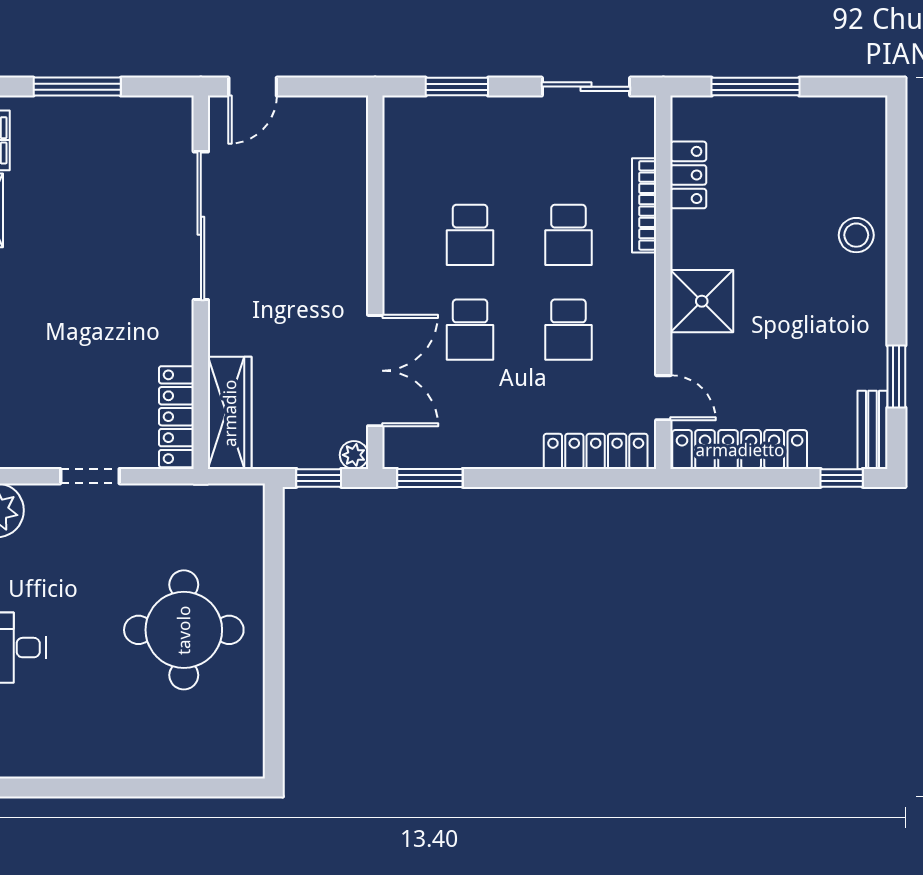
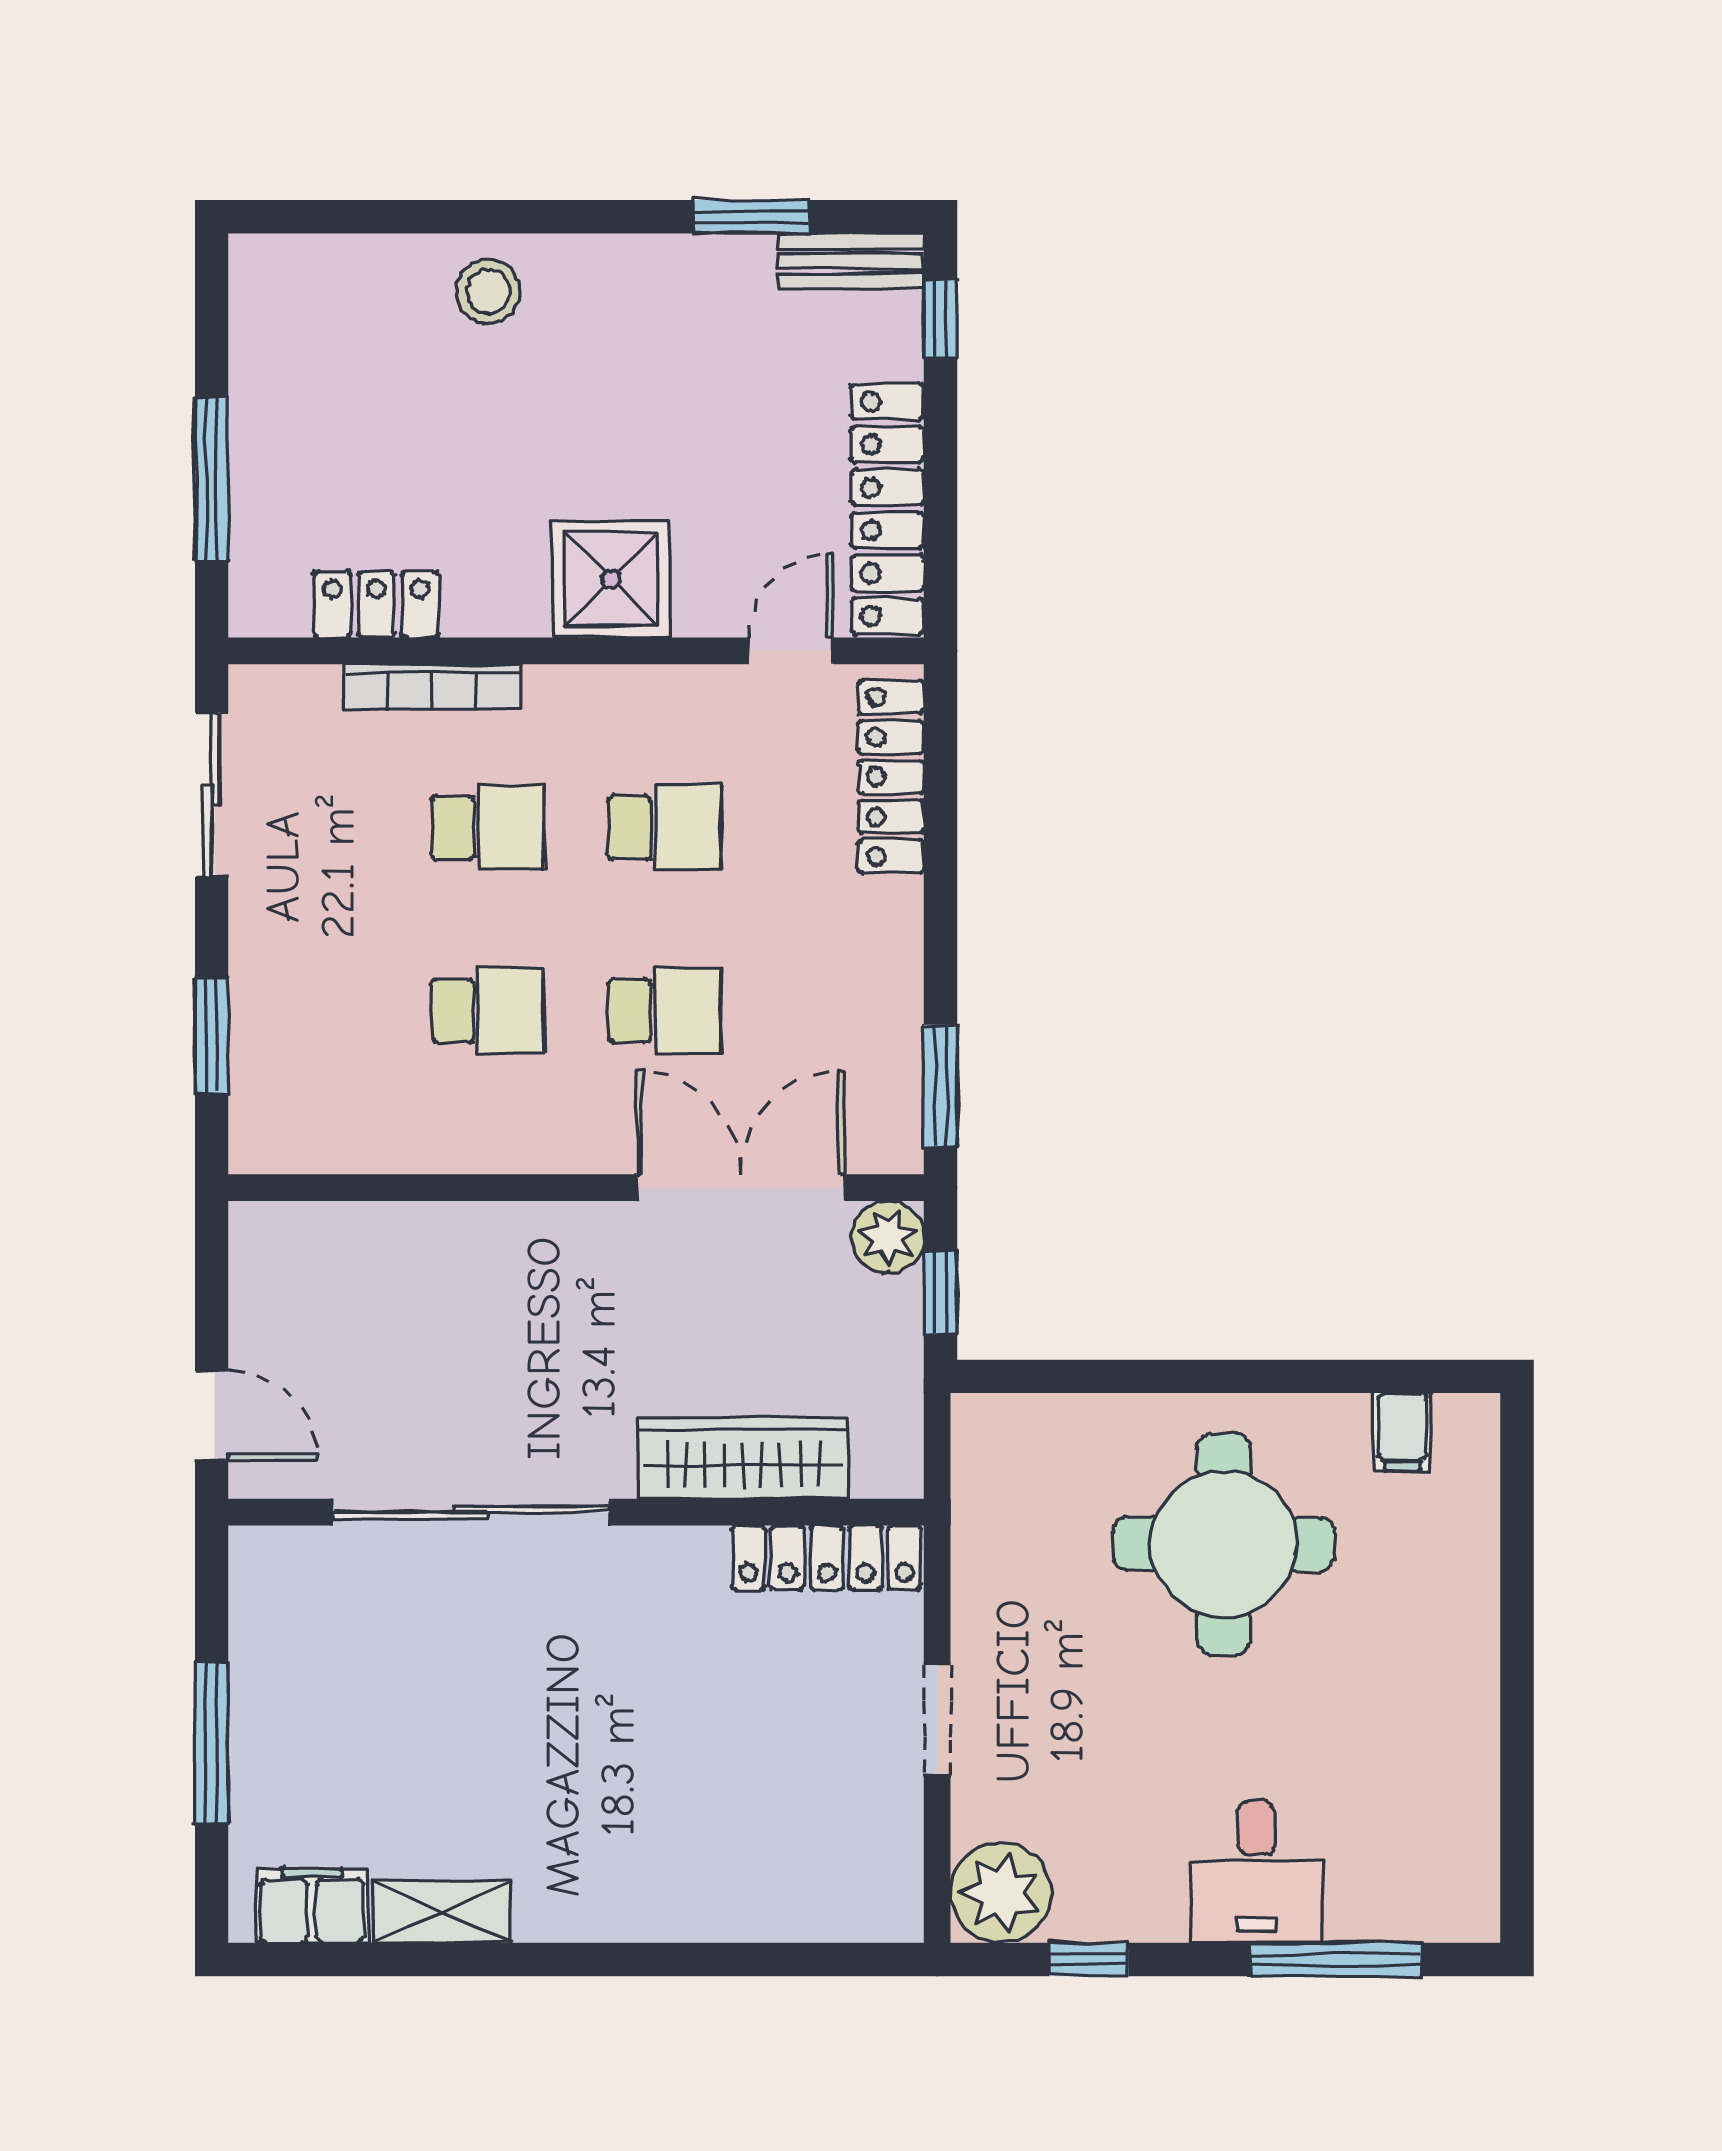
wardrobe: (230, 413) -> (743, 1458), moved
plant: (354, 455) -> (888, 1237), width x1.38, depth x1.38
filing cabinet: (244, 726) -> (1403, 1432), added

